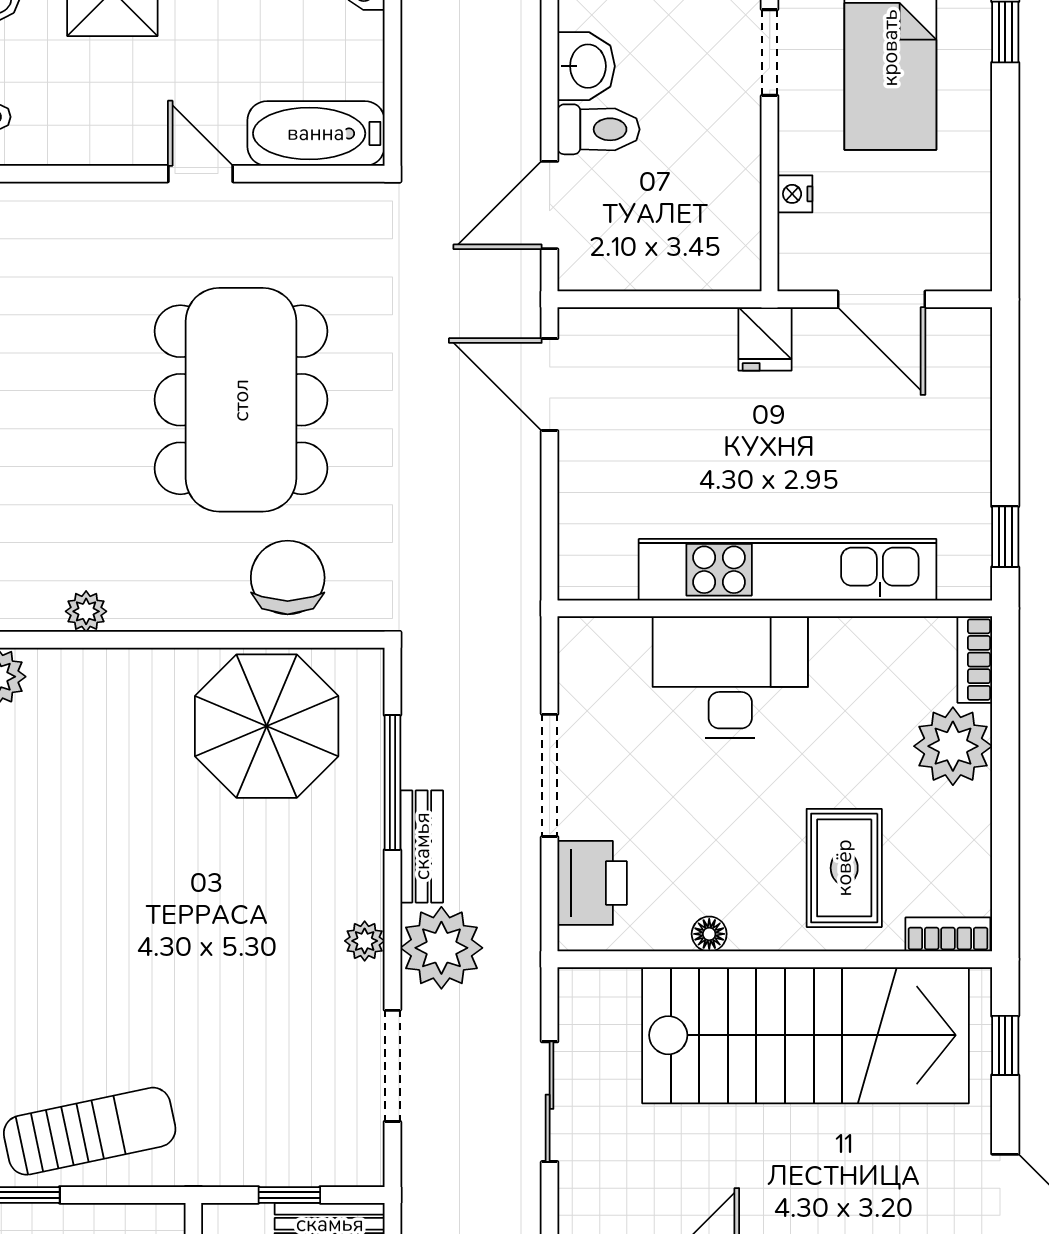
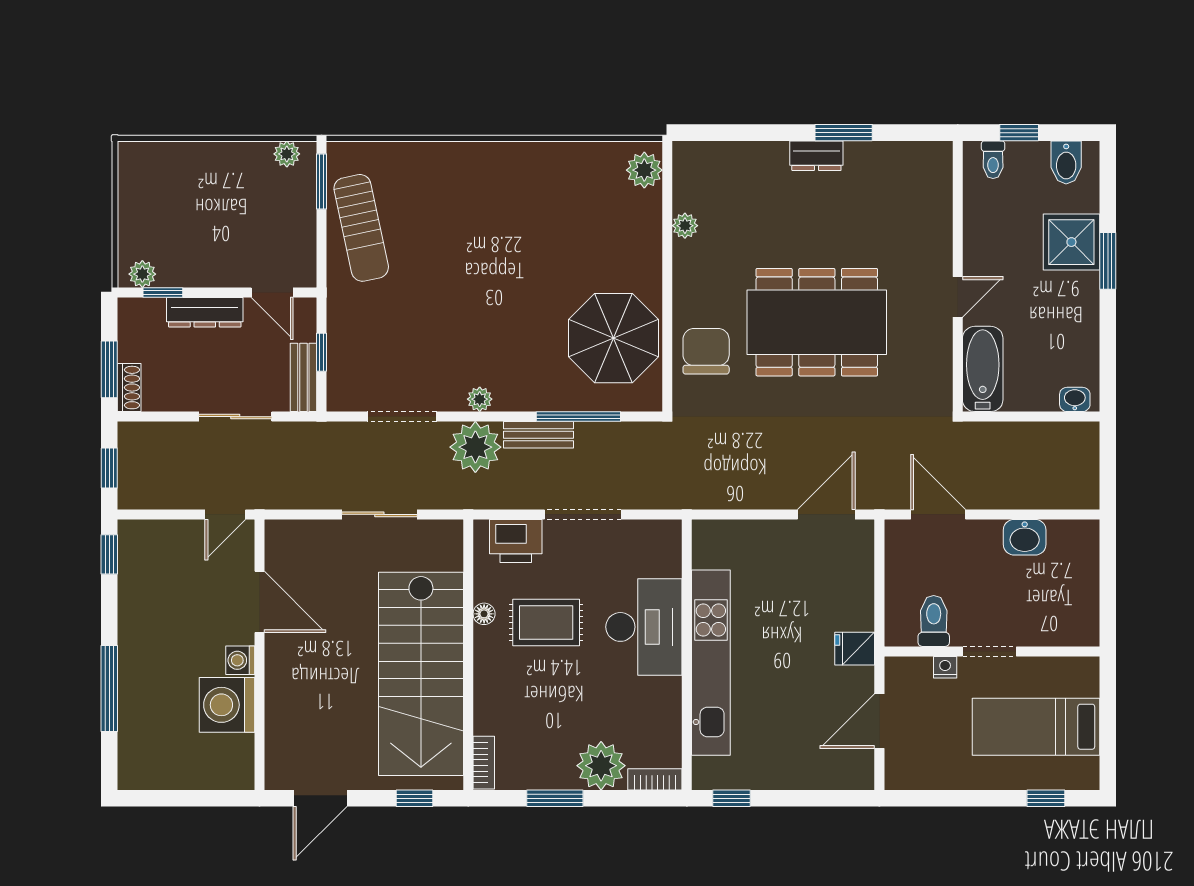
doorway: (770, 53) -> (989, 651), moved
toilet: (599, 129) -> (934, 621), moved, turned 180
chair: (288, 578) -> (706, 351), turned -90
window: (1005, 820) -> (555, 798), added
rug: (844, 868) -> (546, 622), moved

